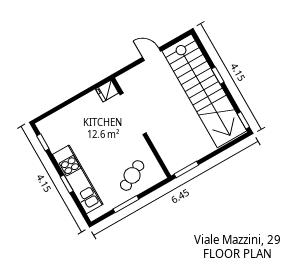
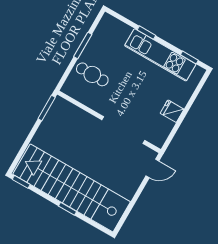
door: (152, 54) -> (152, 168), moved
fridge: (107, 91) -> (172, 111), moved, turned -90
cafe table: (132, 175) -> (92, 74), turned -62
kitchen unit: (78, 179) -> (160, 55), moved

